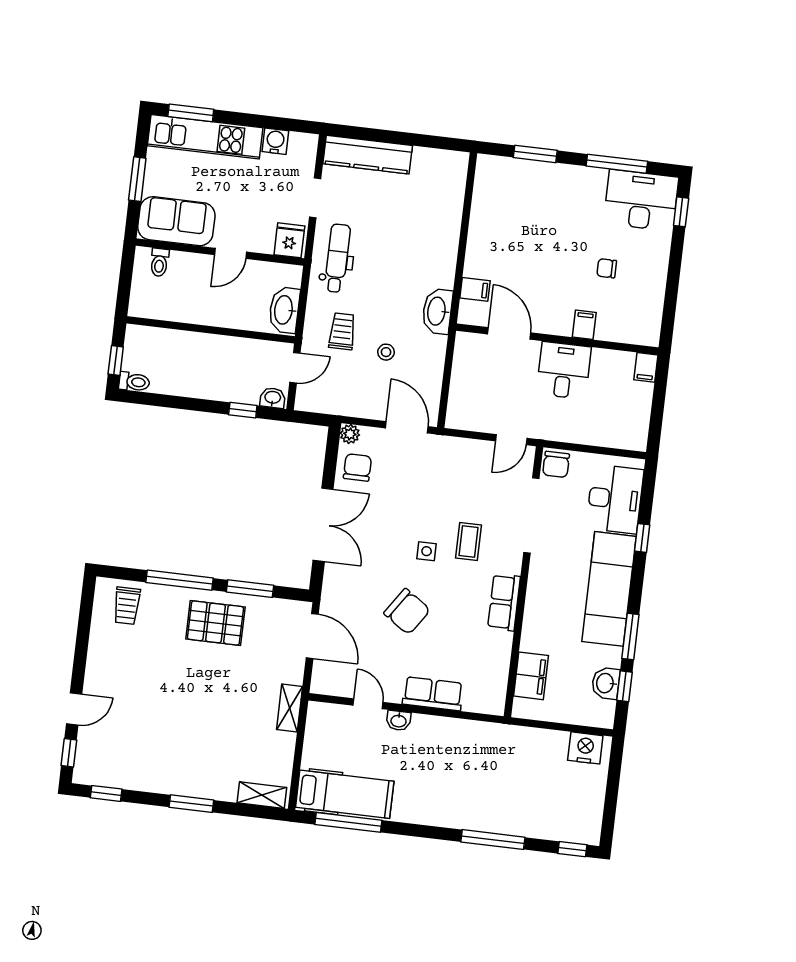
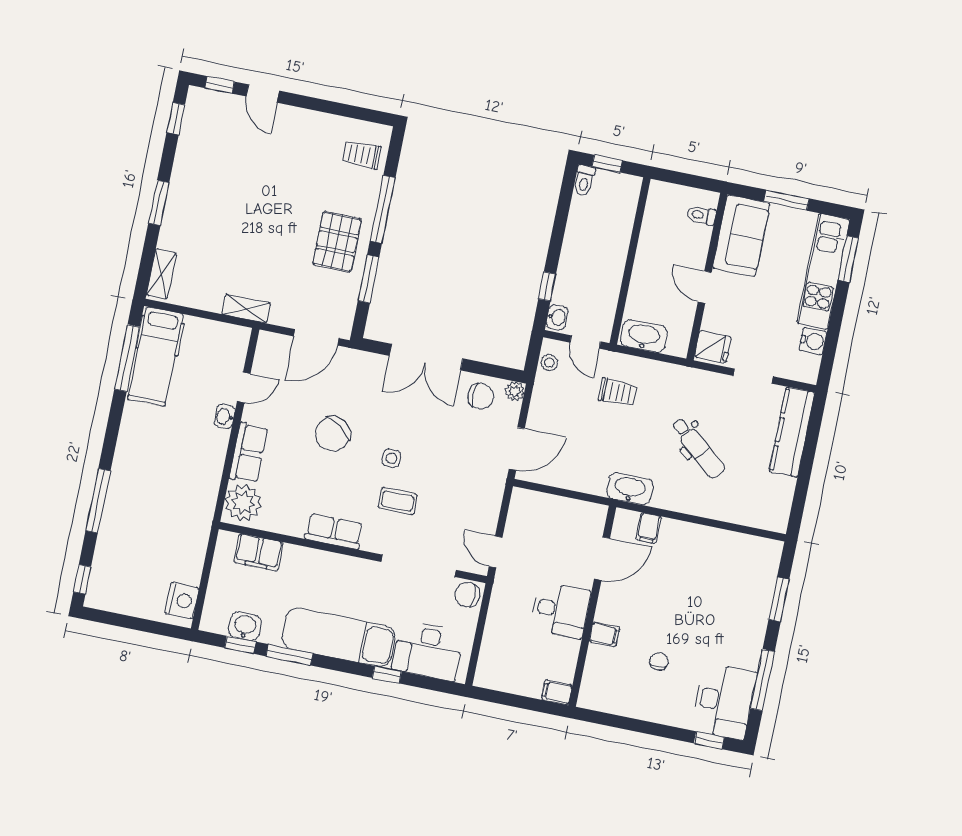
dental chair: (337, 258) -> (698, 448), moved, turned 39
stool: (386, 352) -> (549, 363), moved
plant: (483, 695) -> (243, 503), added

